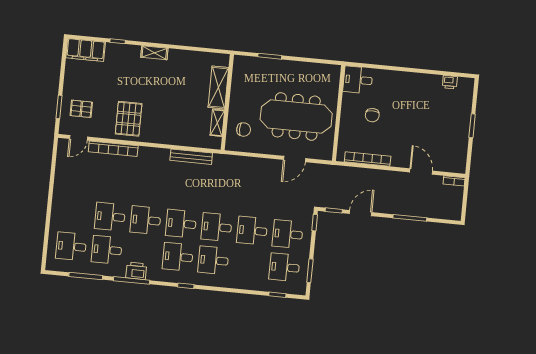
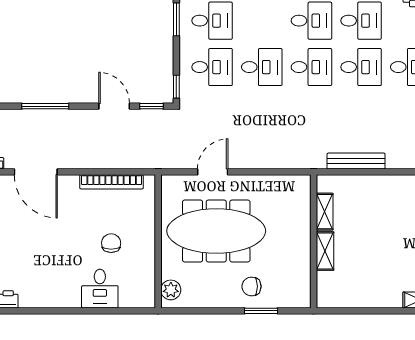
plant: (333, 78) -> (171, 290), added
desk: (358, 80) -> (100, 289), moved, turned 90
shelving: (218, 87) -> (325, 251), width x0.67, depth x0.75
chair: (244, 130) -> (252, 286), moved
door: (421, 171) -> (36, 172), width x1.36
door: (361, 213) -> (114, 106), swing flipped

